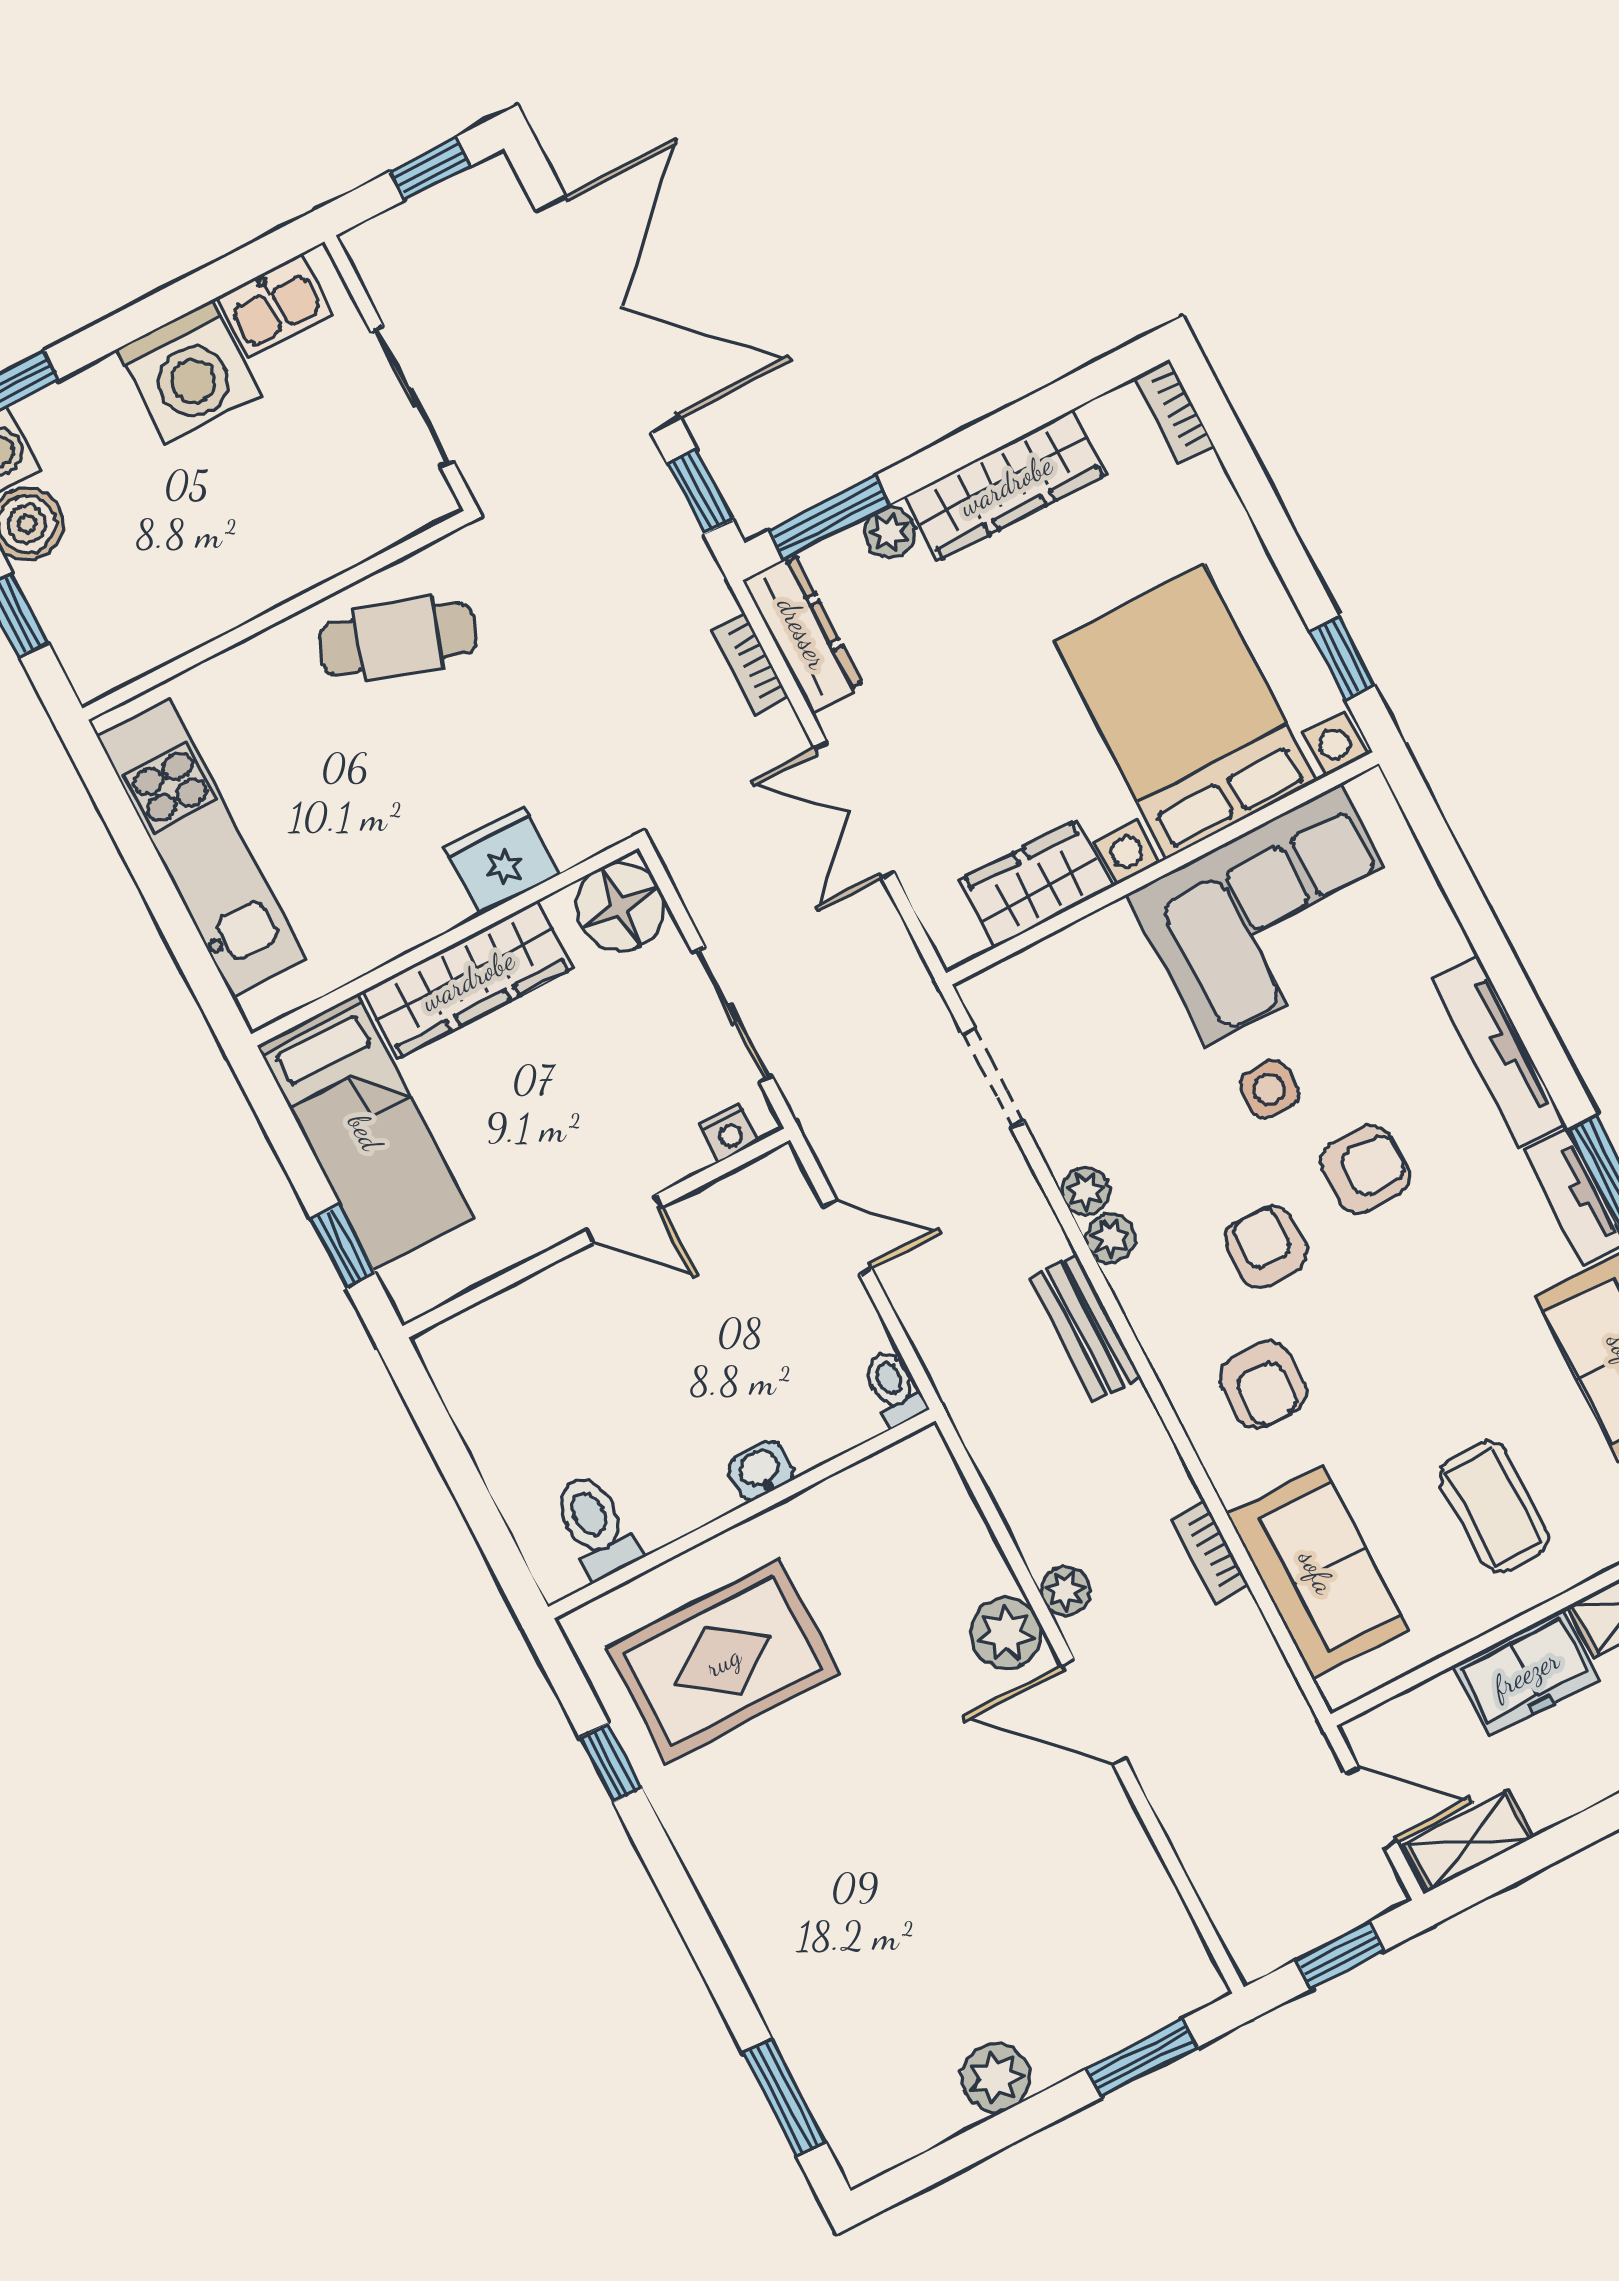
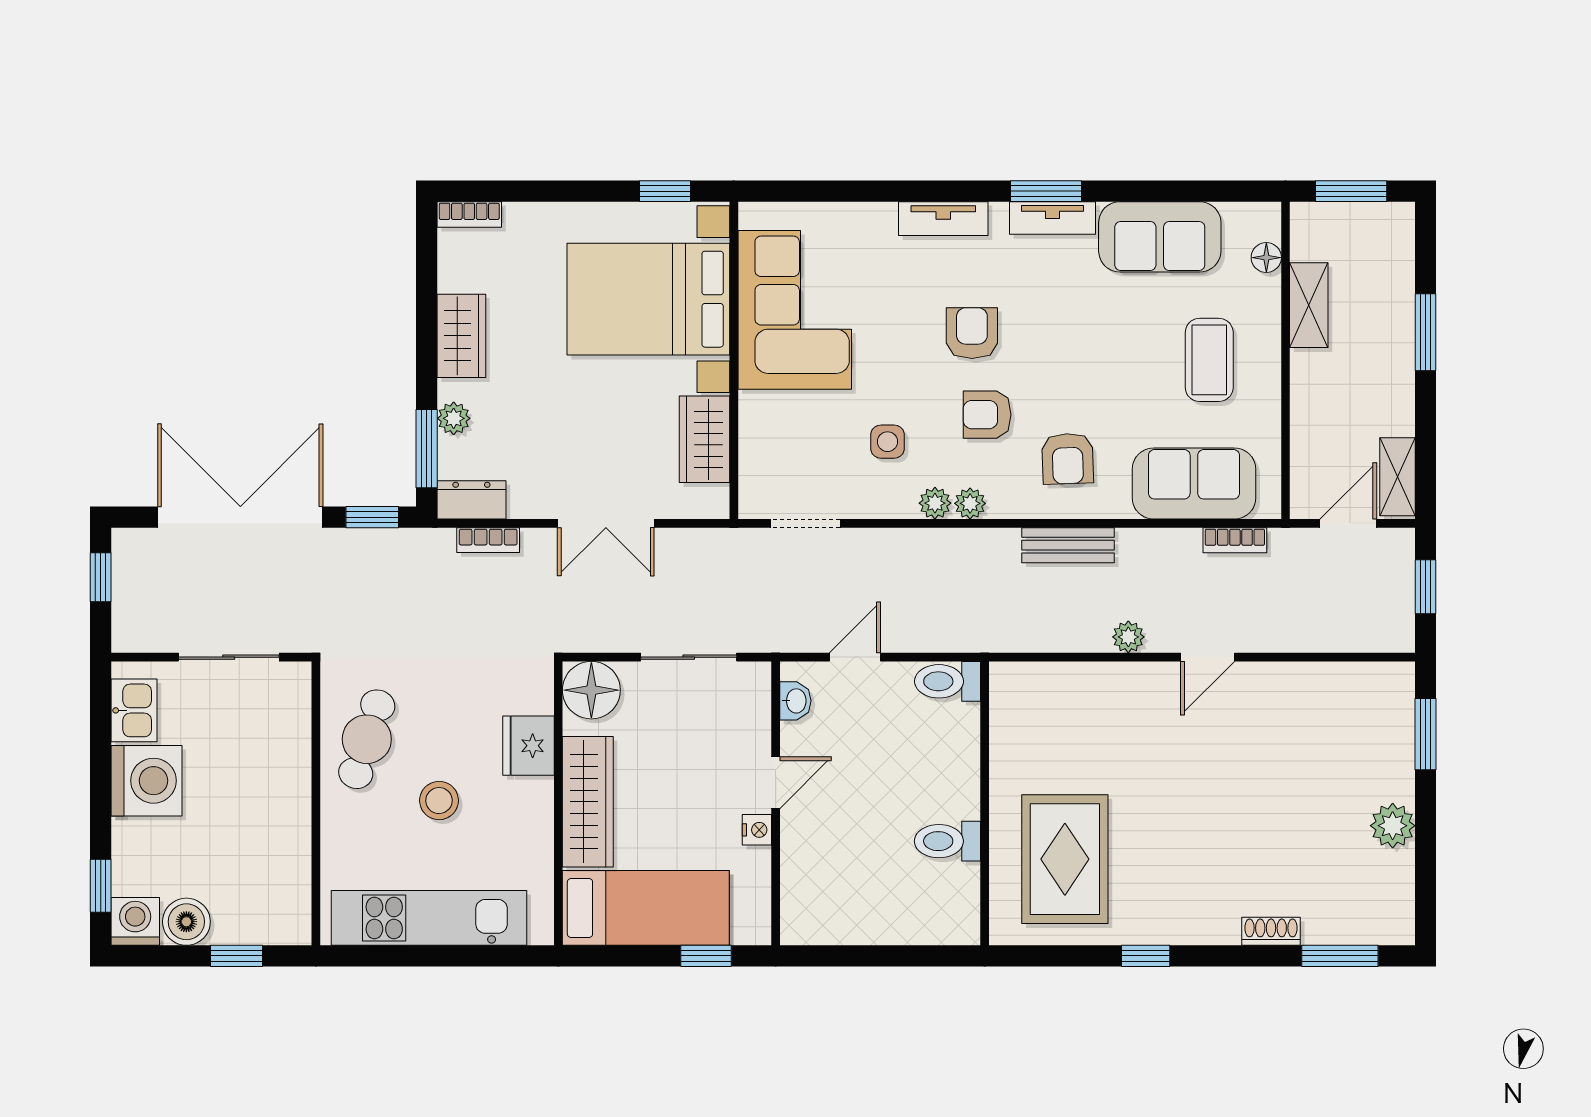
wardrobe: (1006, 485) -> (461, 336), width x0.67
dresser: (803, 633) -> (471, 500), width x0.70
stool: (366, 779) -> (439, 801), added
tv unit: (1499, 1051) -> (943, 219), width x0.71
side table: (1269, 1089) -> (887, 442), moved
nightstand: (729, 1132) -> (757, 830), moved
plant: (1086, 1191) -> (970, 503), moved
bench: (1085, 1327) -> (1068, 545), moved
armchair: (1263, 1385) -> (1068, 459), turned 88
toilet: (894, 1388) -> (947, 681), width x1.37, depth x1.39
washbasin: (760, 1471) -> (795, 701), moved, turned 180
coffee table: (1494, 1507) -> (1209, 360), turned 90
toilet: (596, 1526) -> (947, 841), moved
bookcase: (1210, 1552) -> (1235, 540), moved
plant: (1006, 1633) -> (1135, 685), removed
freezer: (1526, 1673) -> (1316, 392), removed
door: (1094, 1712) -> (1208, 657), width x0.73
window: (611, 1763) -> (1146, 956), moved
shoe rack: (769, 1988) -> (1271, 931), added

